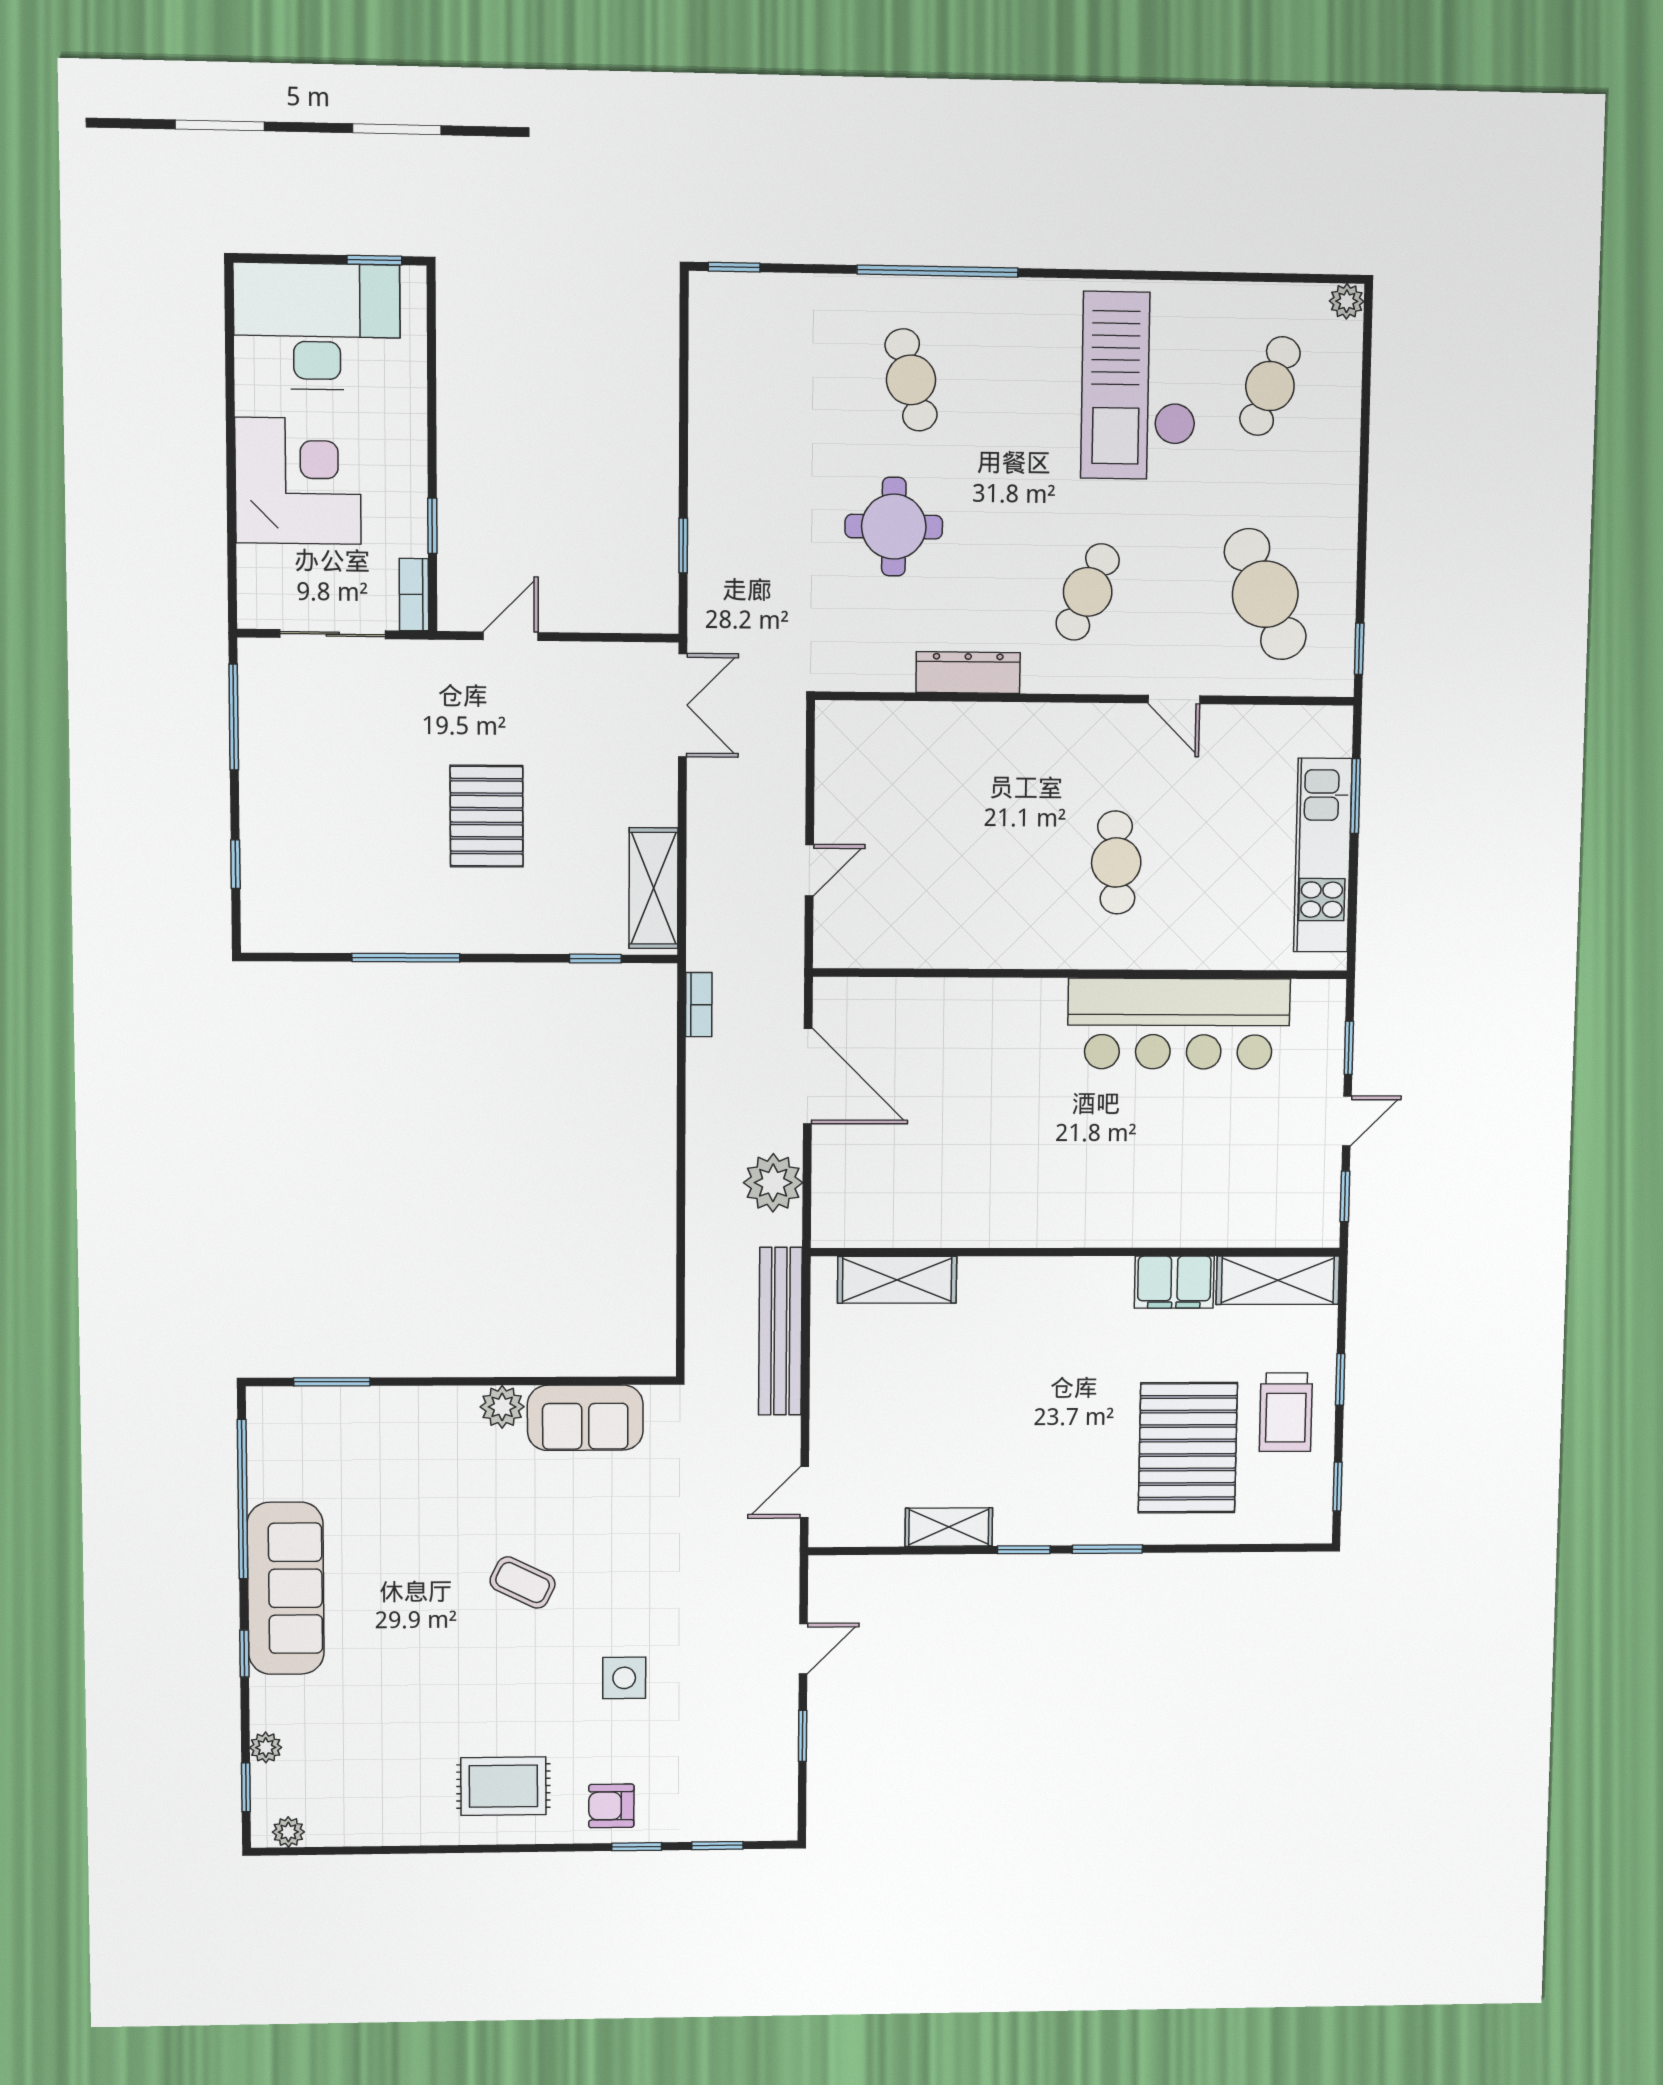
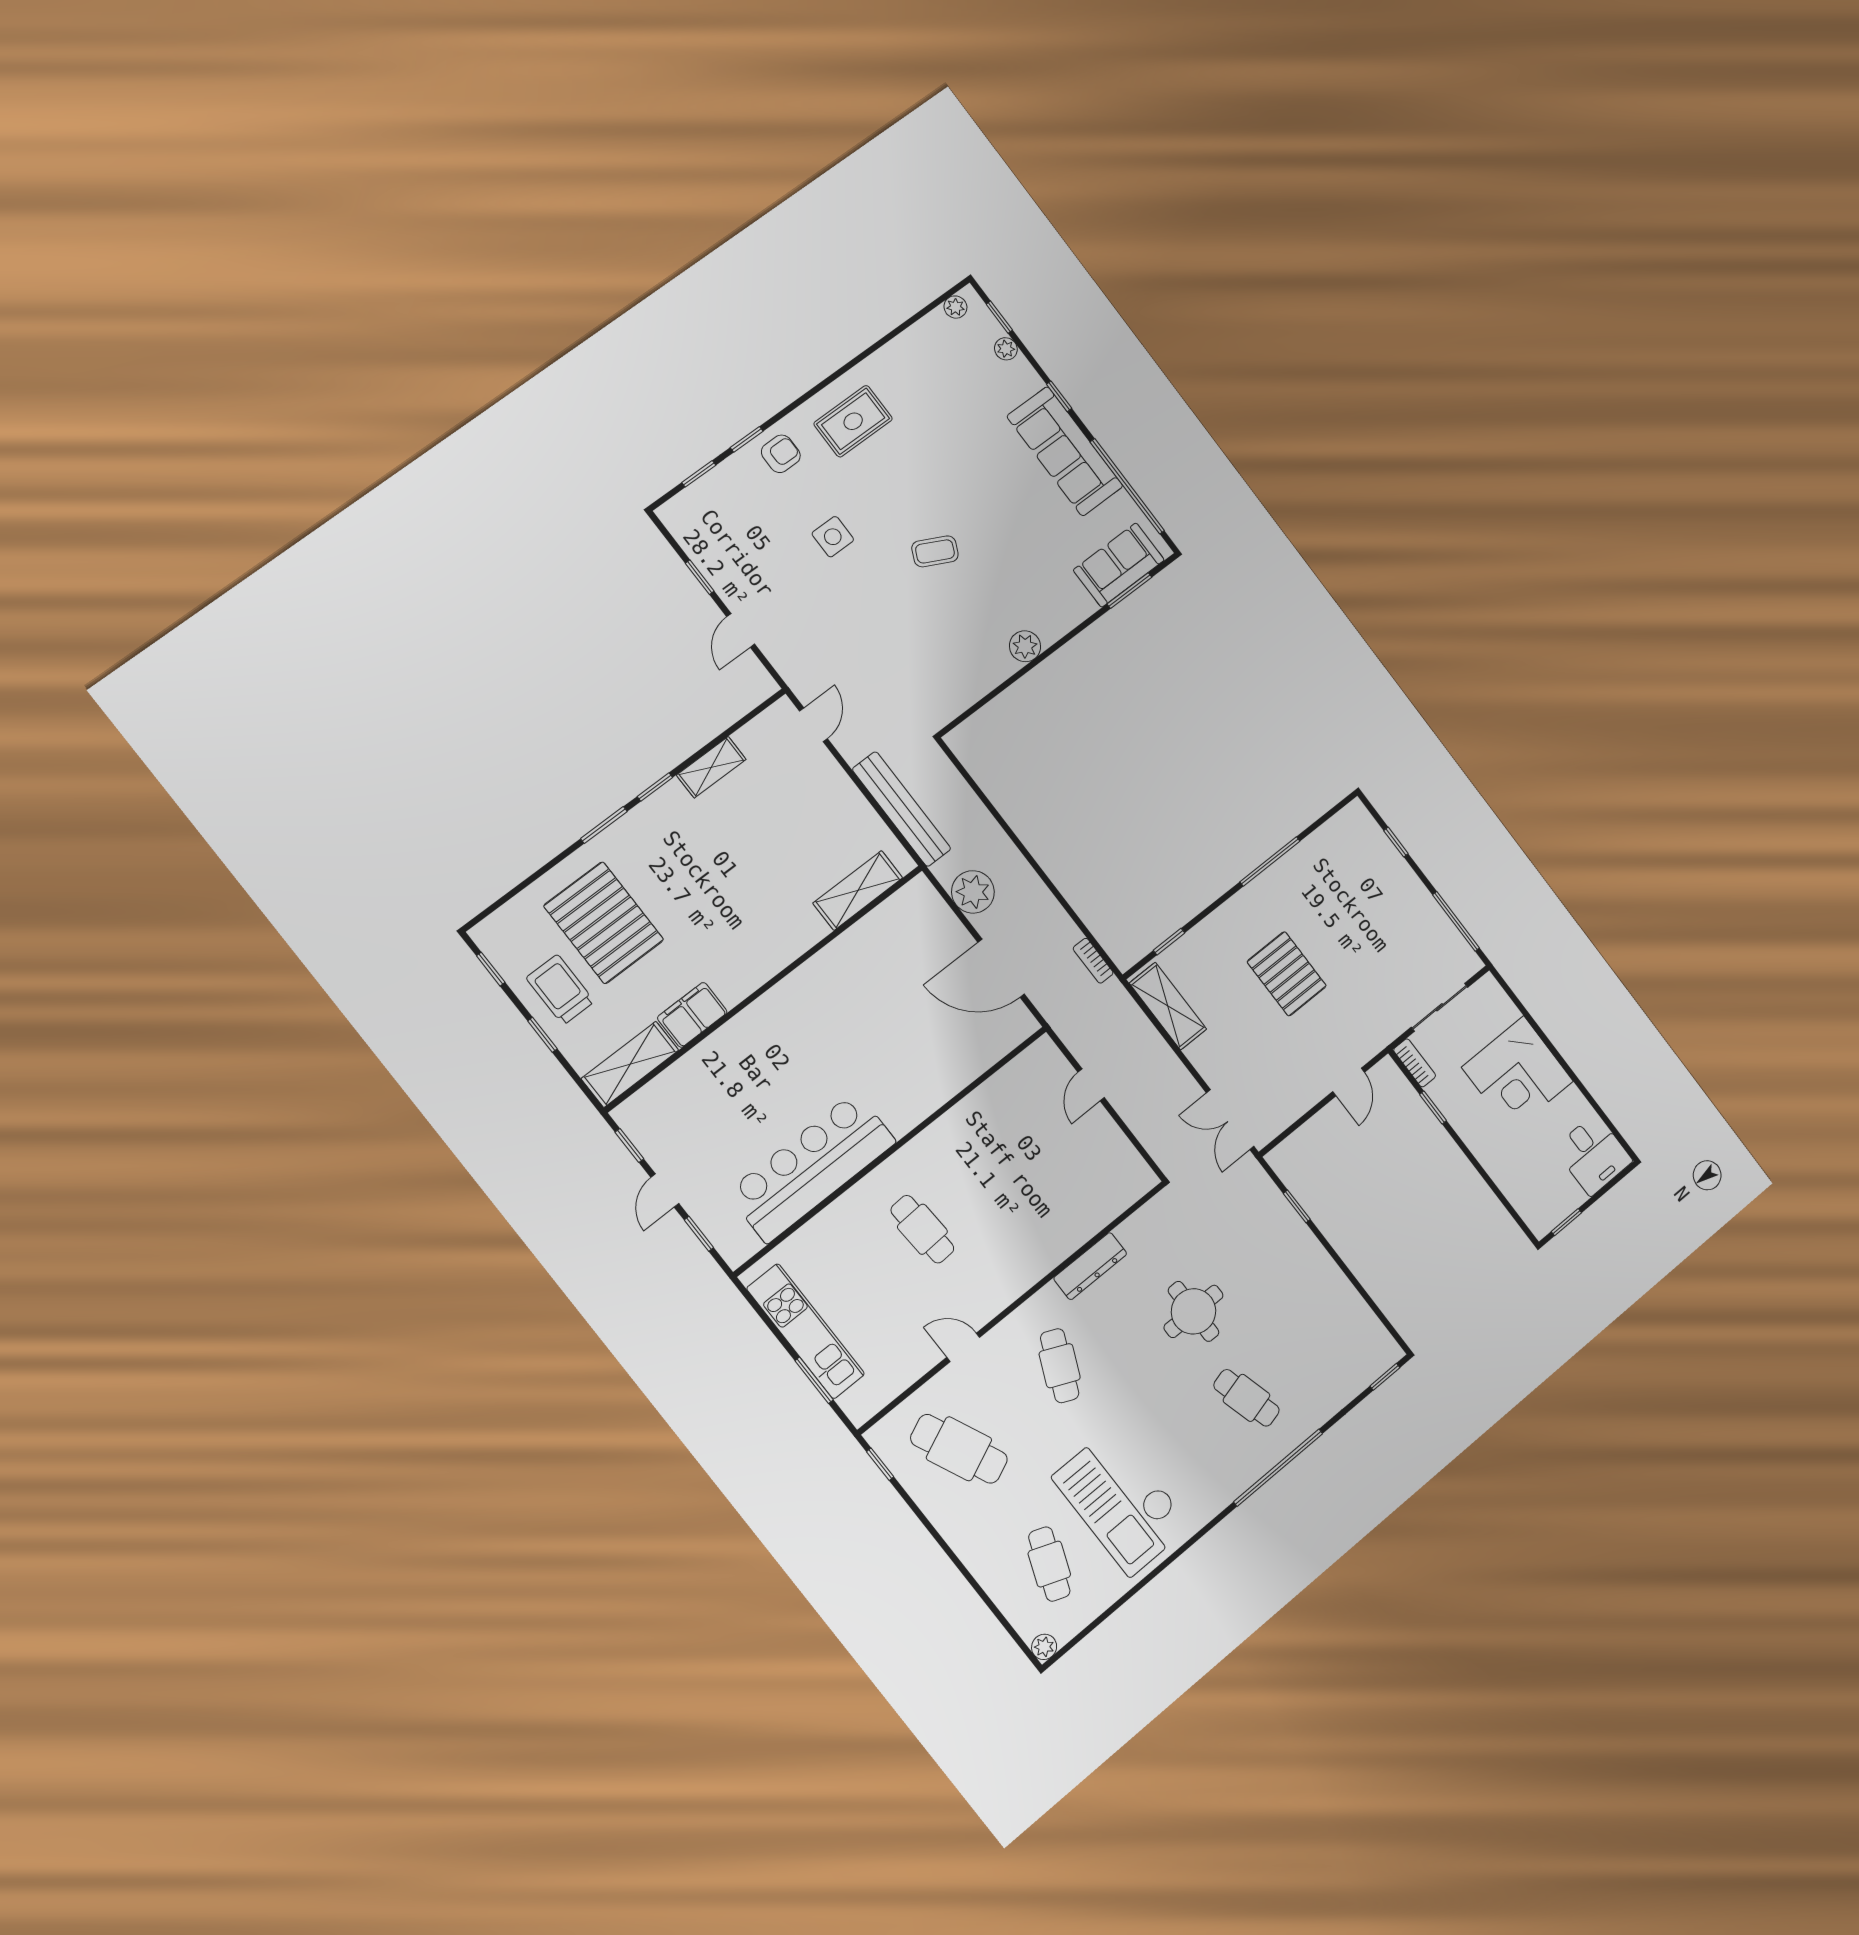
desk: (317, 326) -> (1593, 1155), width x0.53, depth x0.77
checkout: (1139, 386) -> (1122, 1501), turned 180
sofa: (585, 1418) -> (1119, 565), moved

